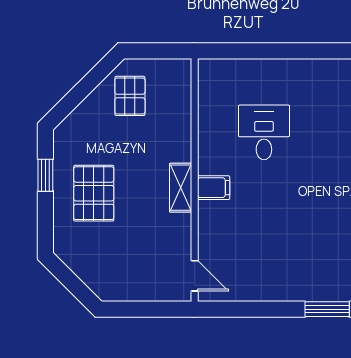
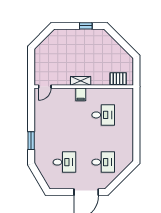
pallet: (130, 96) -> (118, 79), moved
pallet: (94, 193) -> (78, 46), removed

